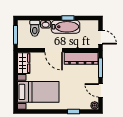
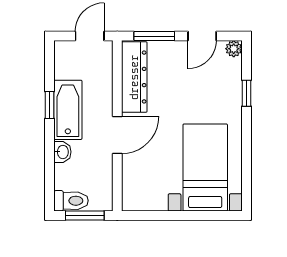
toilet: (35, 28) -> (71, 201), moved
wardrobe: (24, 63) -> (145, 198), removed

